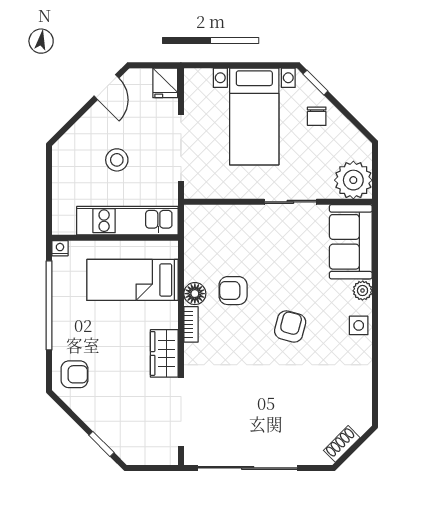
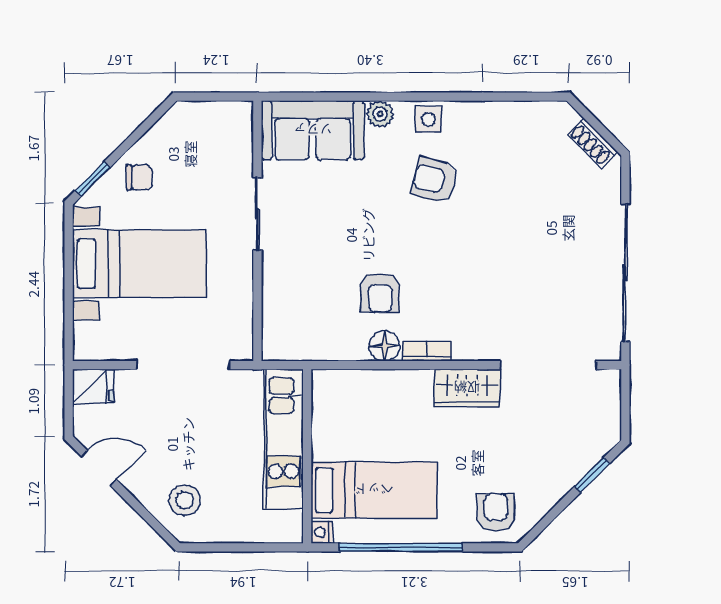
stool: (117, 160) -> (185, 500), moved
plant: (353, 180) -> (227, 127), removed
bed: (132, 280) -> (374, 490), moved, turned -90
armchair: (290, 326) -> (434, 180), moved

